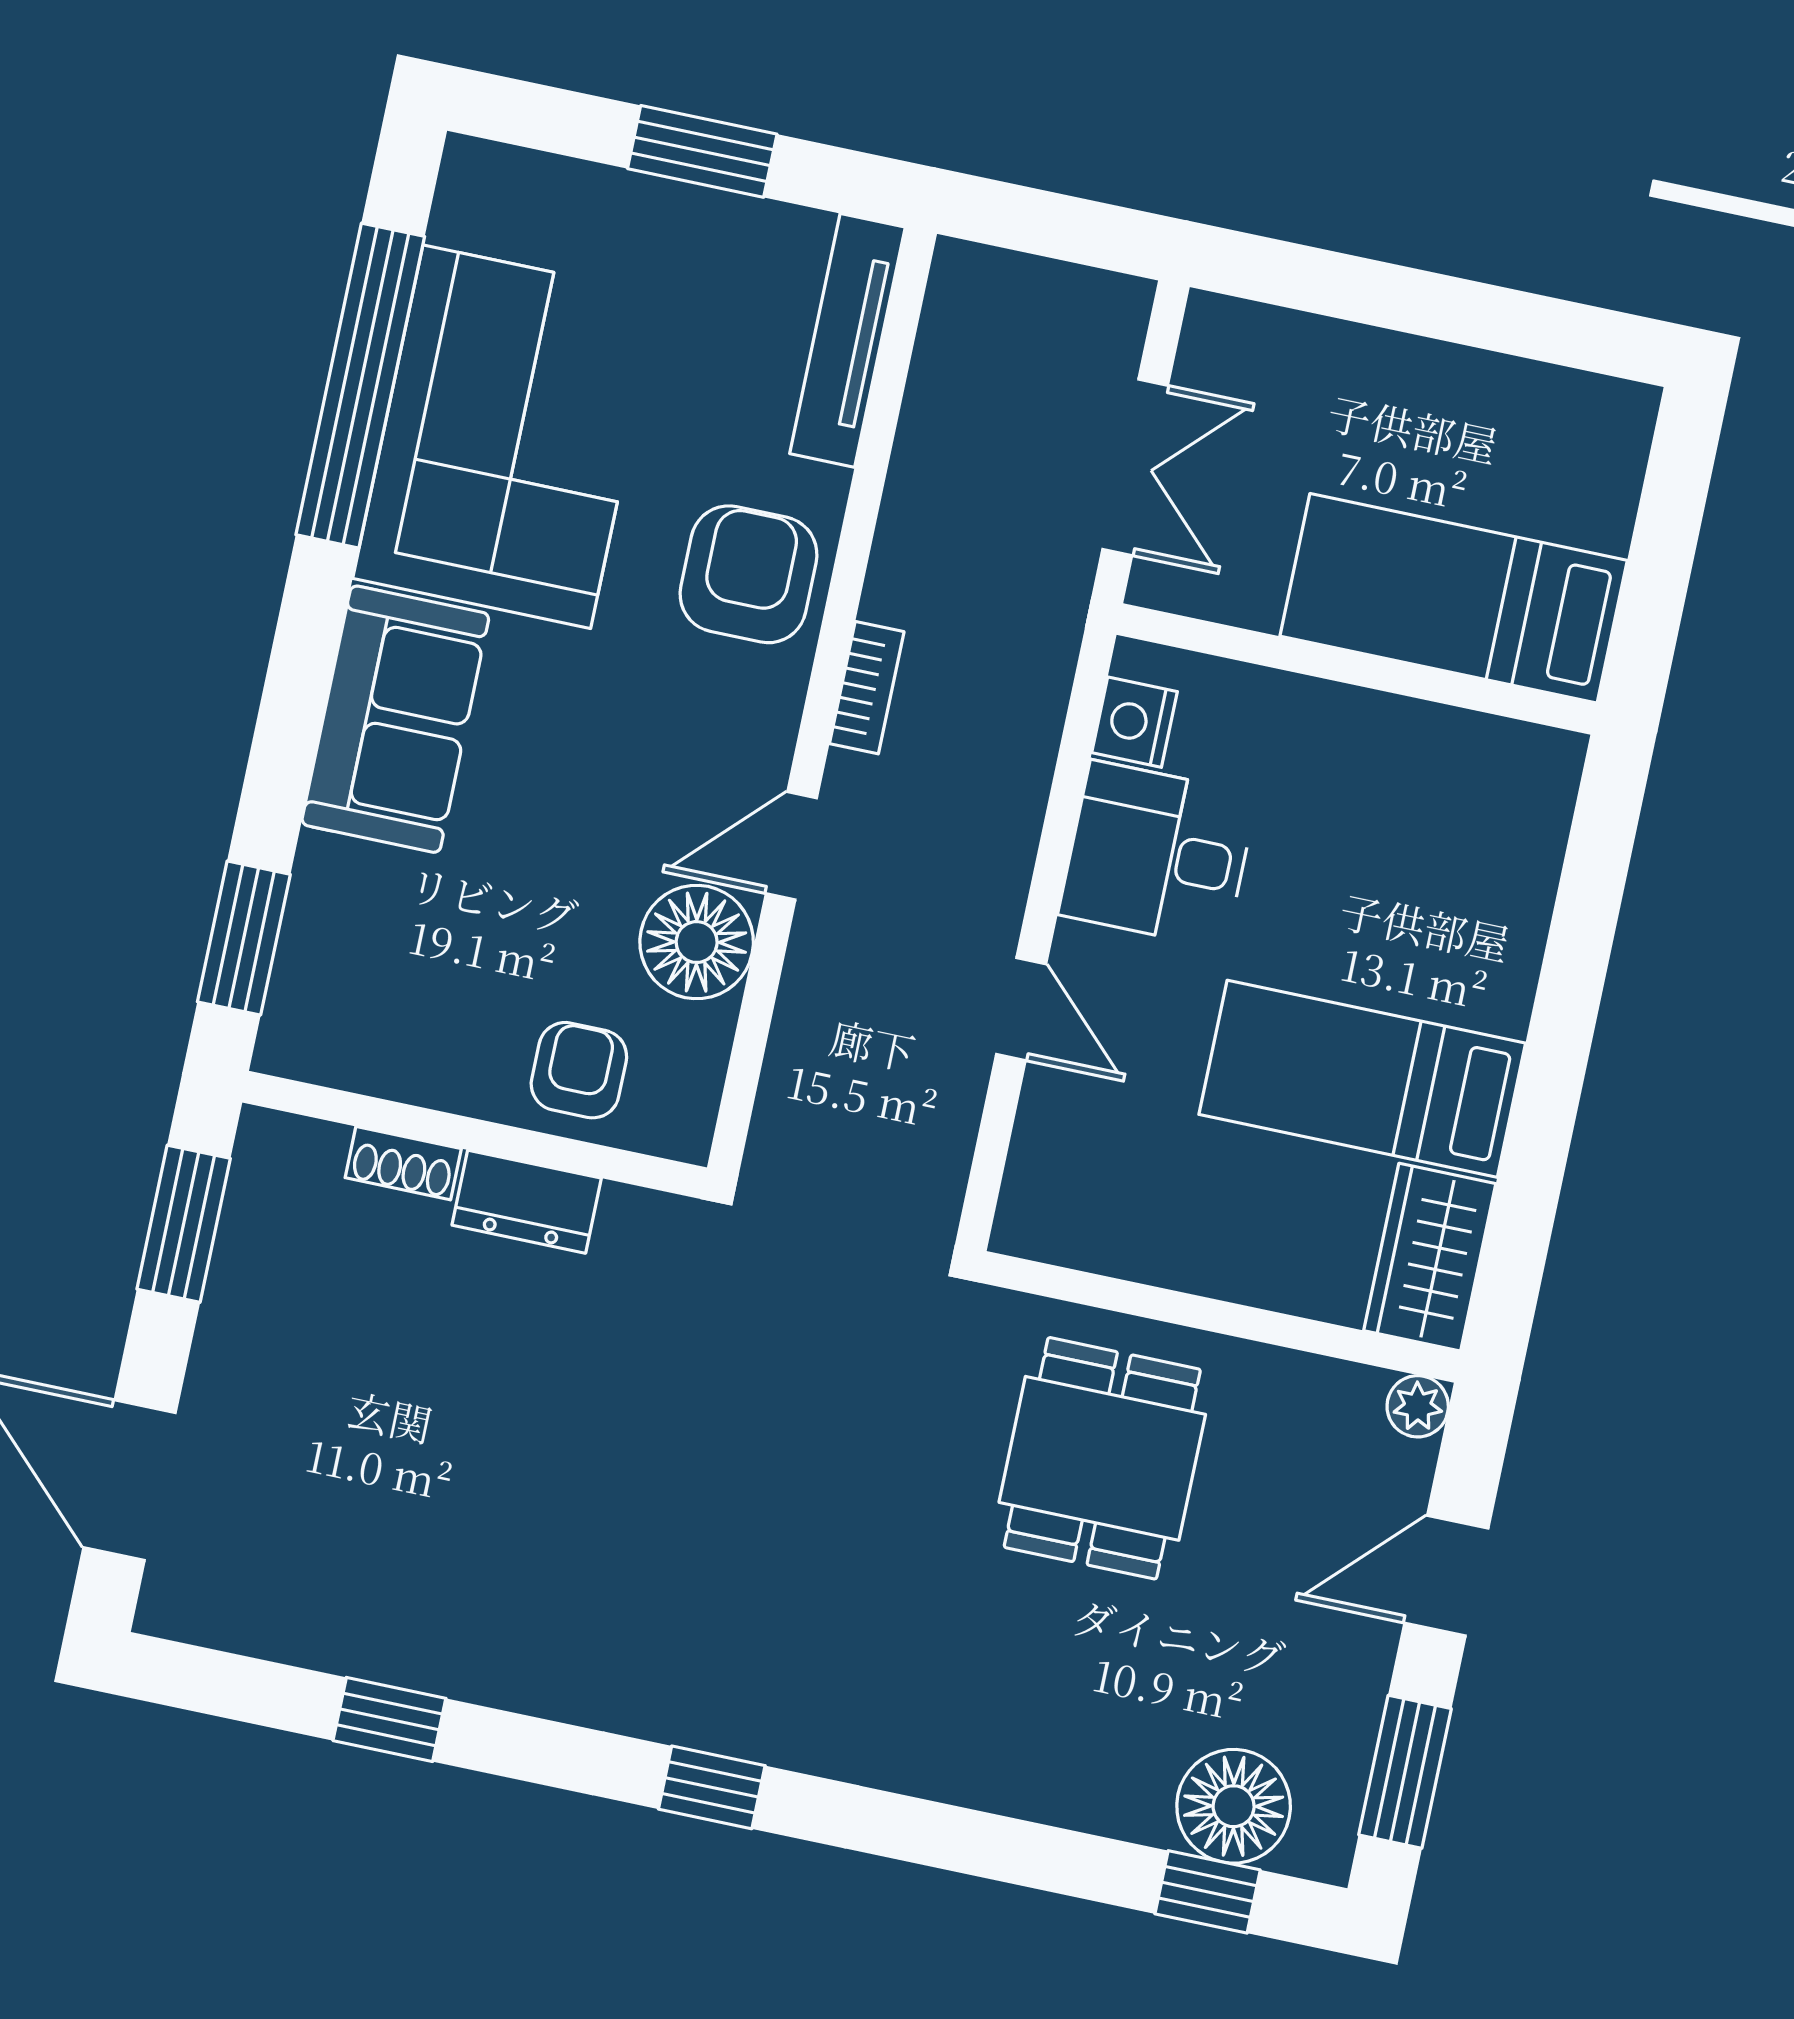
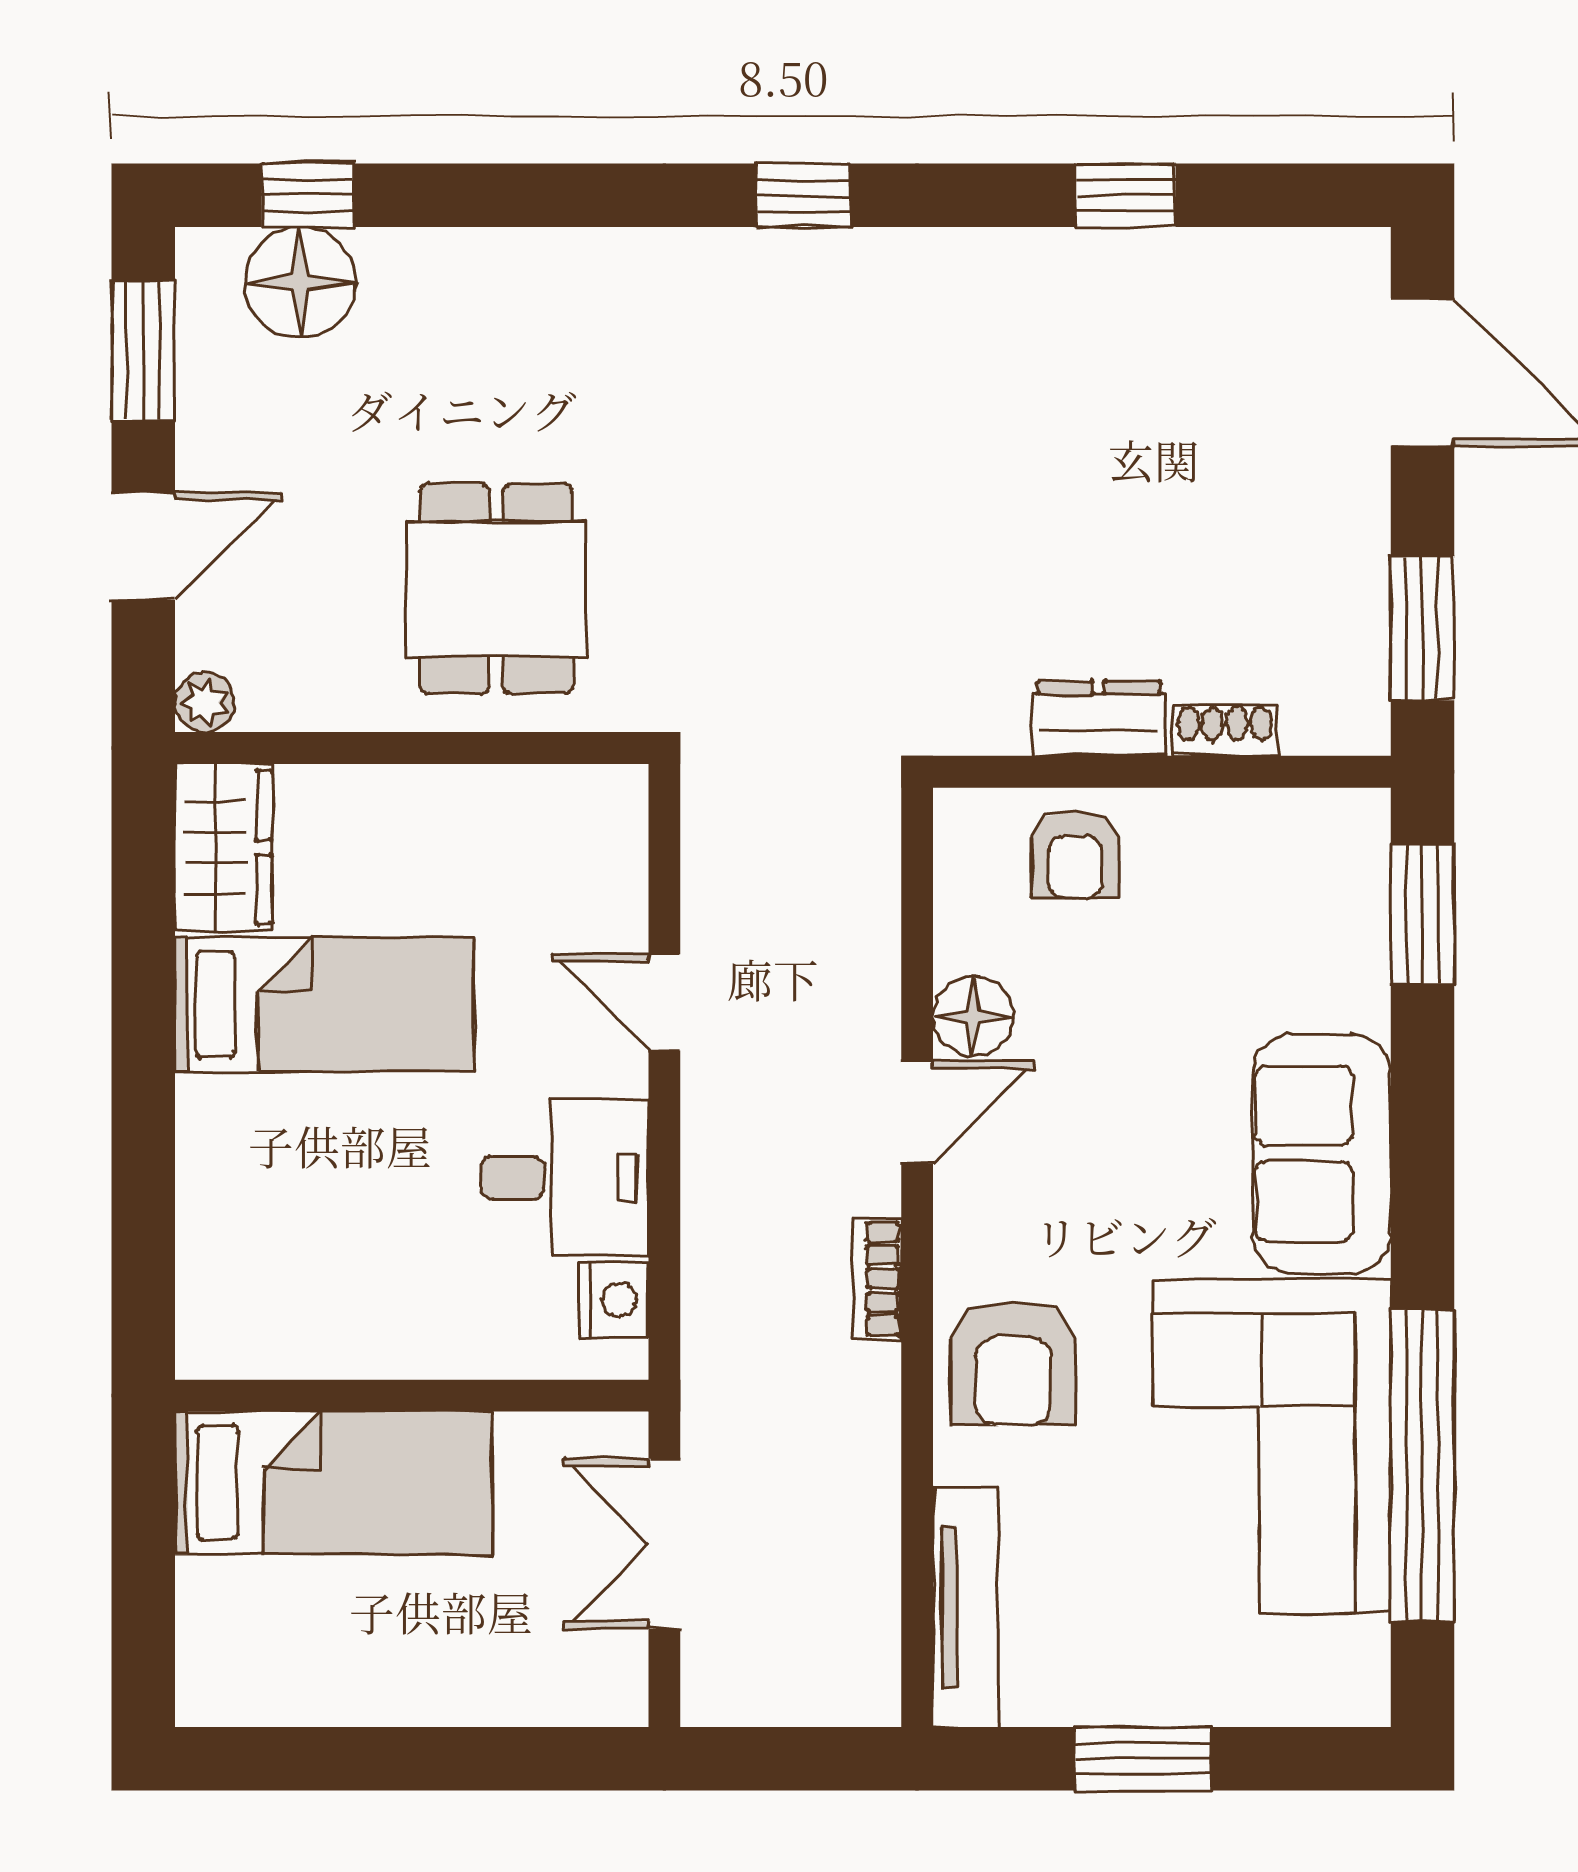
floor lamp: (697, 942) -> (973, 1016), width x0.73, depth x0.73

